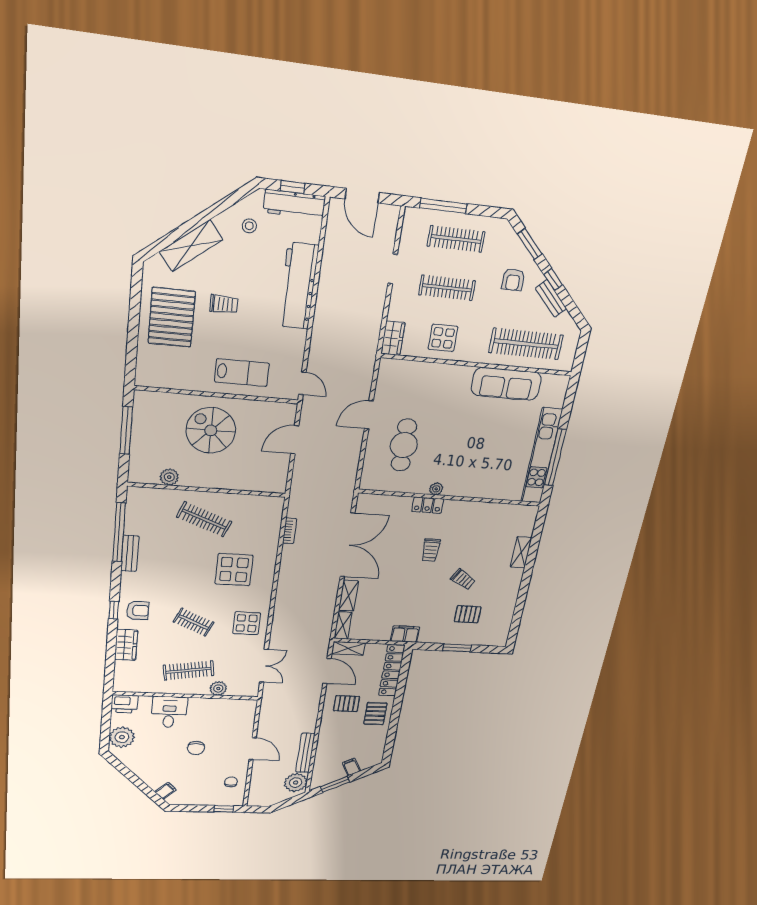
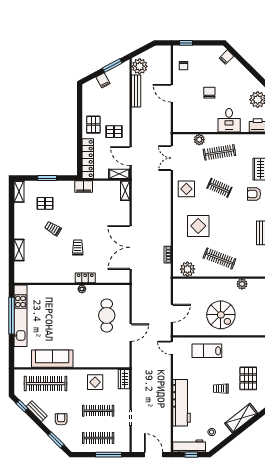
window: (553, 280) -> (22, 406), moved
pallet: (172, 317) -> (248, 378), width x0.73, depth x0.71
plant: (260, 507) -> (187, 269), added
shelving: (349, 596) -> (19, 192), moved

